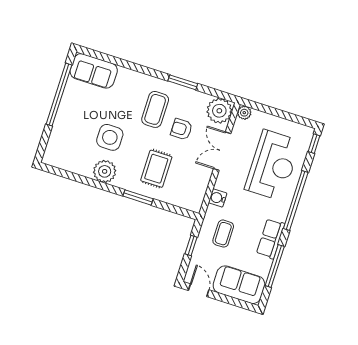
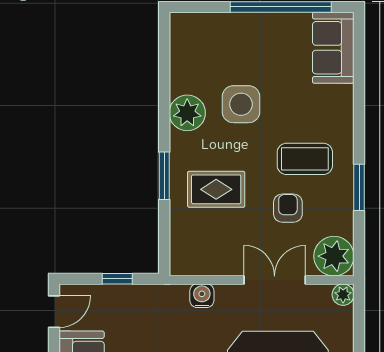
coffee table: (223, 234) -> (151, 321), removed

